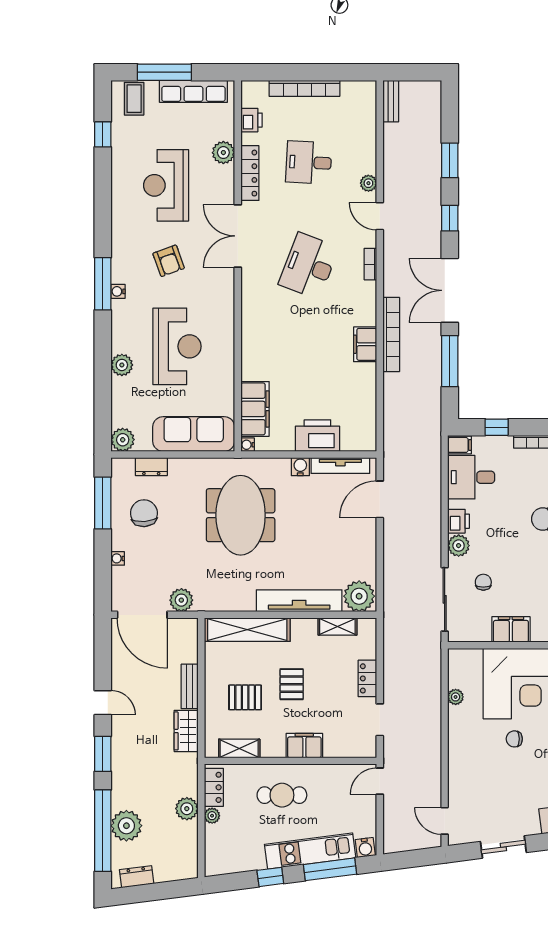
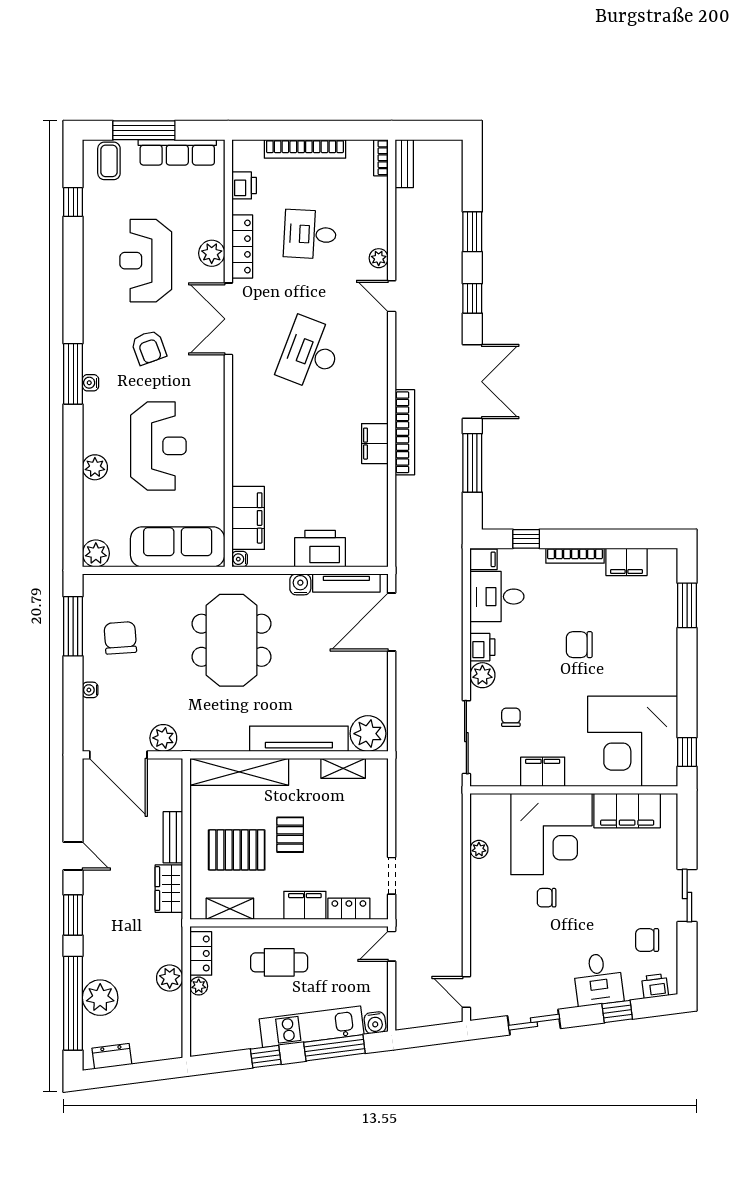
plant: (223, 153) -> (212, 253), moved
bookcase: (370, 264) -> (381, 158), moved
double door: (450, 290) -> (472, 382), swing flipped
dresser: (151, 467) -> (129, 584), removed
door: (380, 499) -> (392, 622), width x1.36
locker: (367, 678) -> (349, 909), moved, turned 90
pallet: (245, 697) -> (237, 850), width x1.50, depth x1.42

